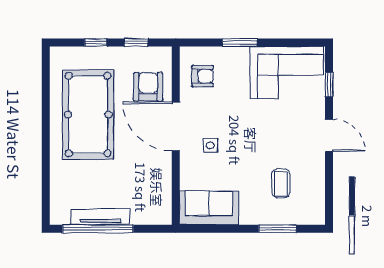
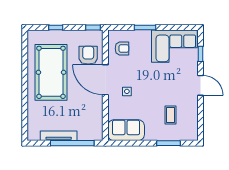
window: (136, 42) -> (93, 28), moved
window: (98, 229) -> (72, 143), moved

